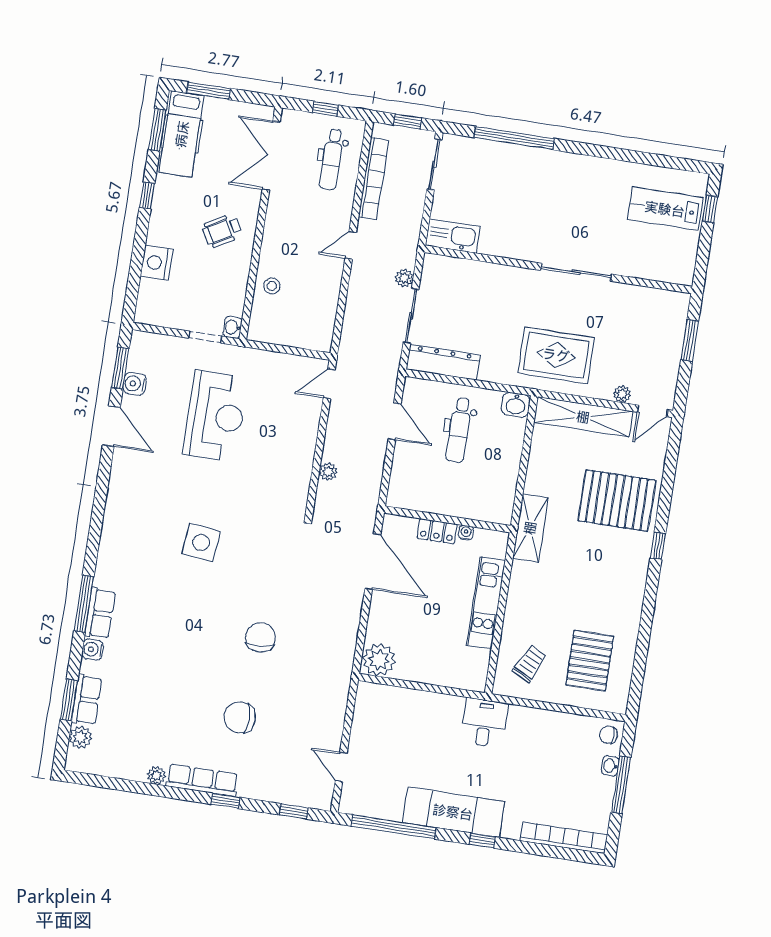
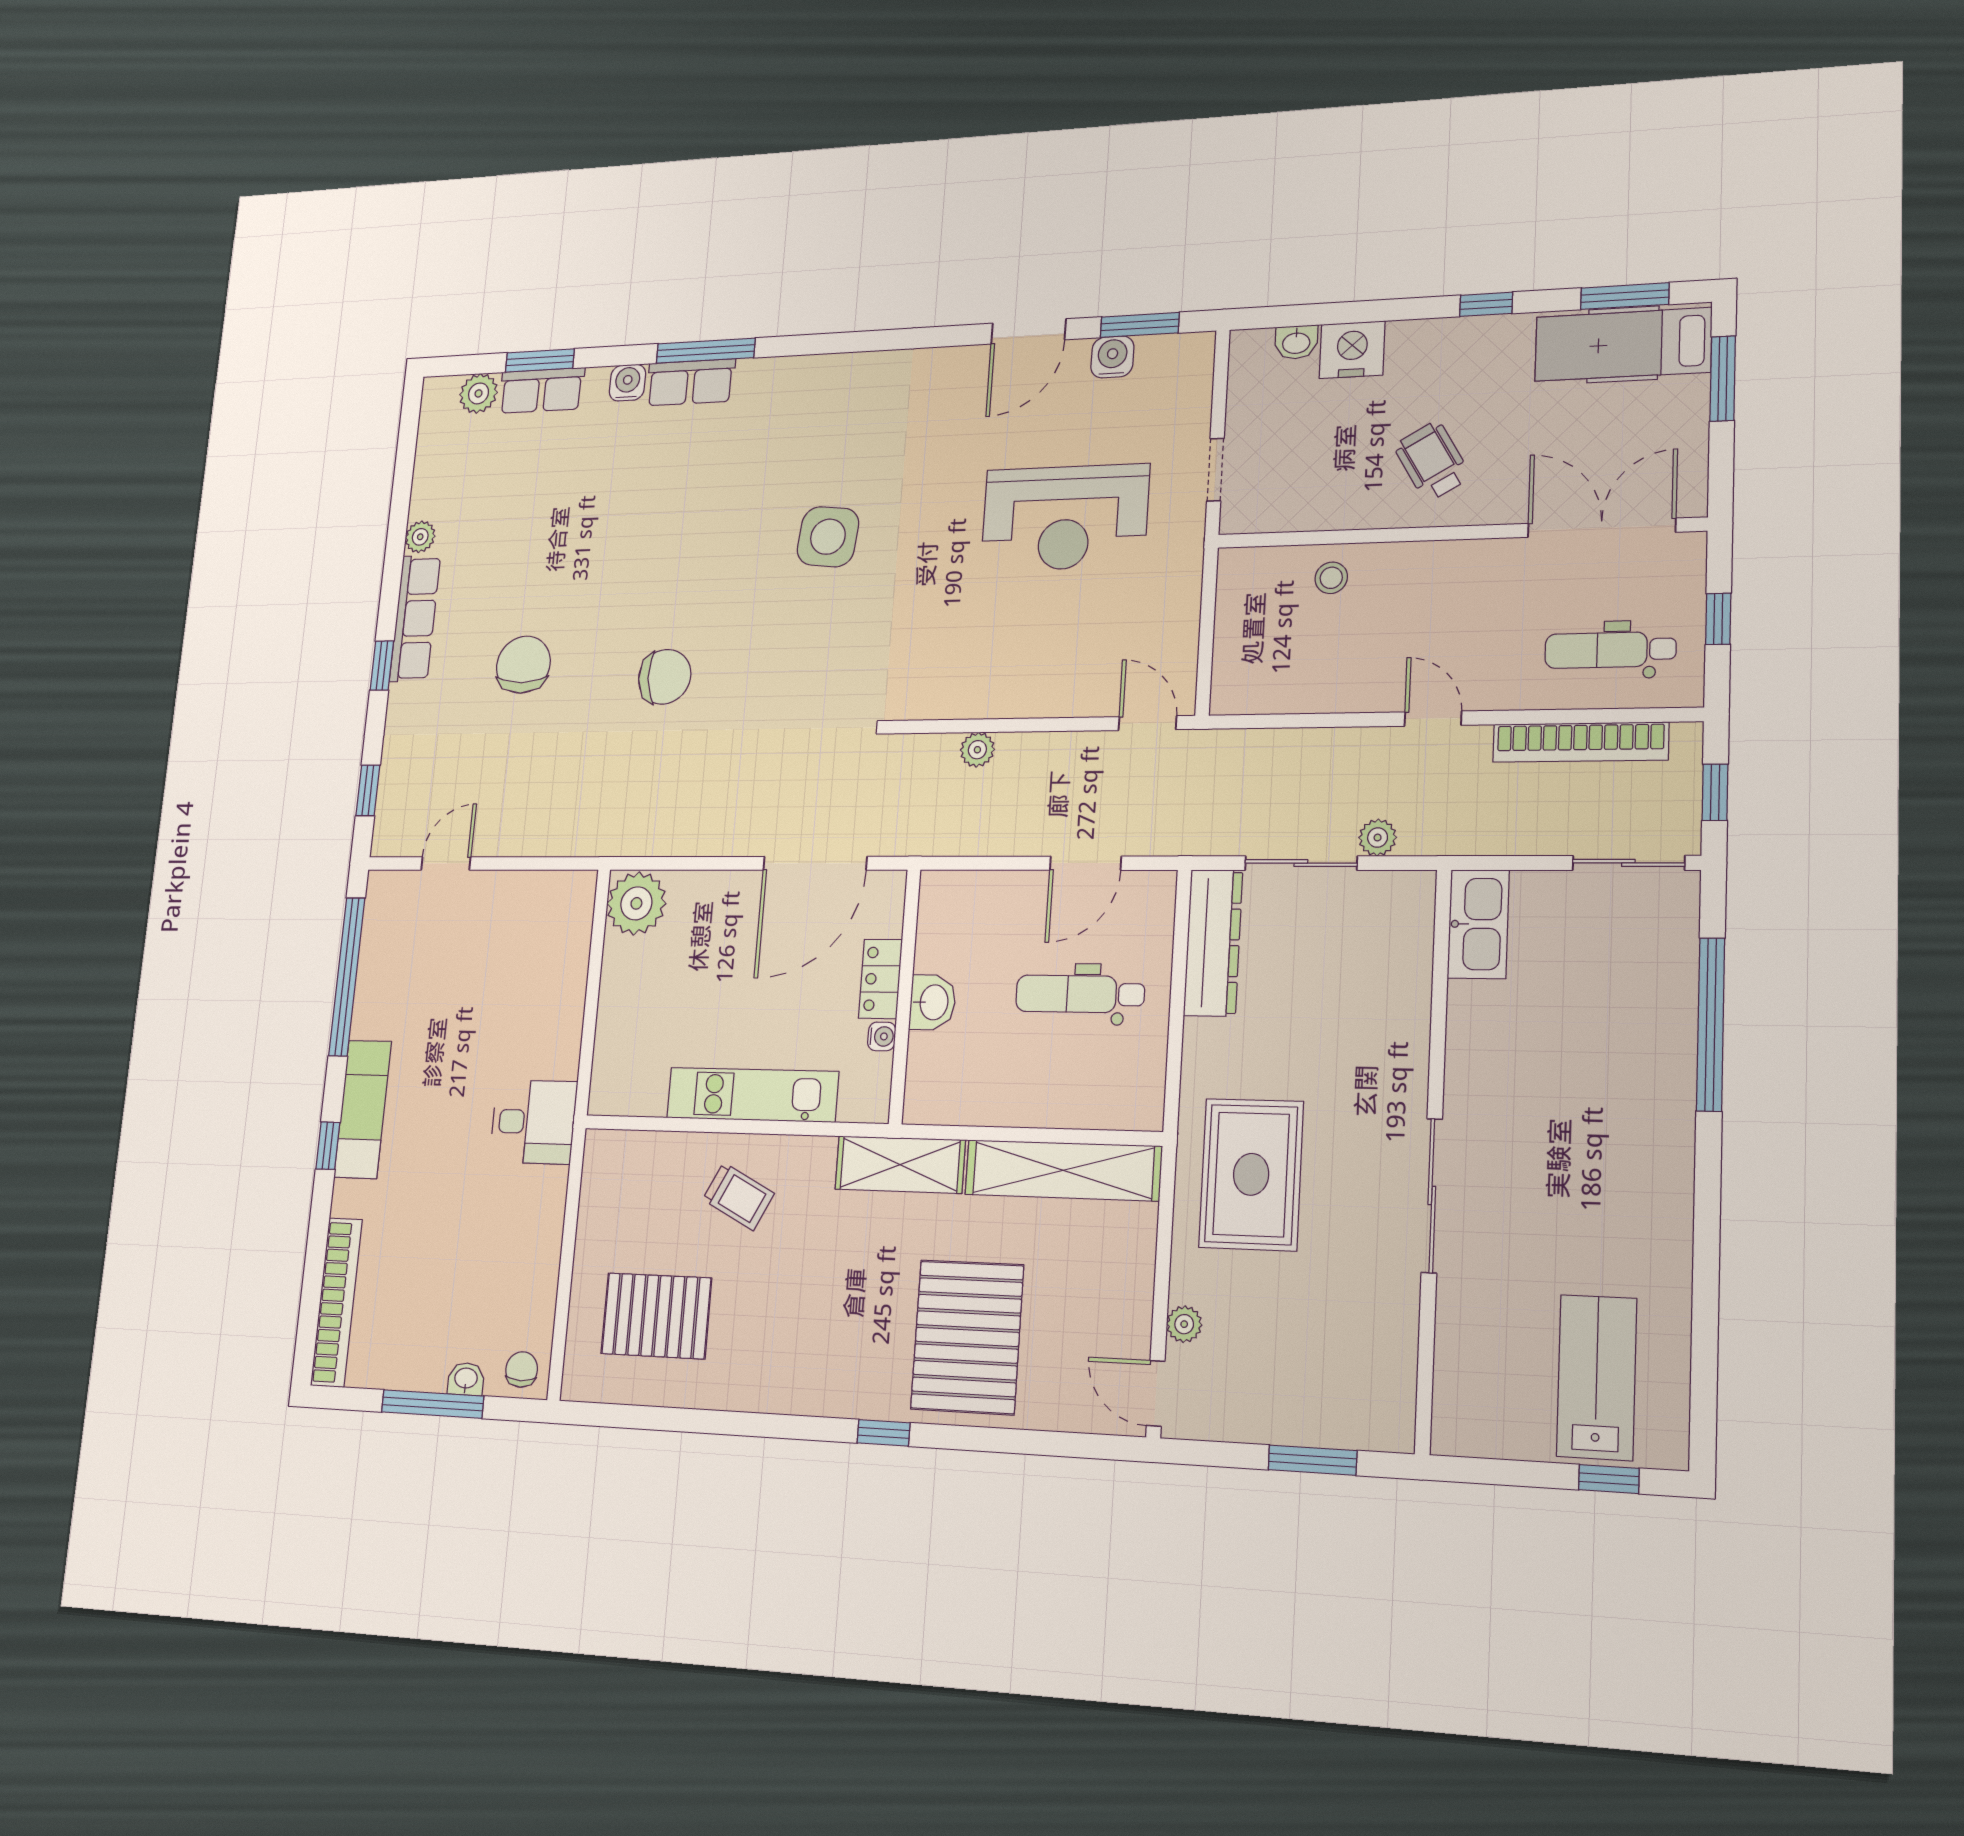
washbasin: (232, 327) -> (1296, 342), moved, turned 180
washbasin: (516, 405) -> (933, 1002), moved, turned 180
shelving: (583, 417) -> (1063, 1170), moved, turned 90
trolley: (530, 664) -> (738, 1196), moved
exam couch: (453, 812) -> (363, 1109), width x0.73, depth x0.69

